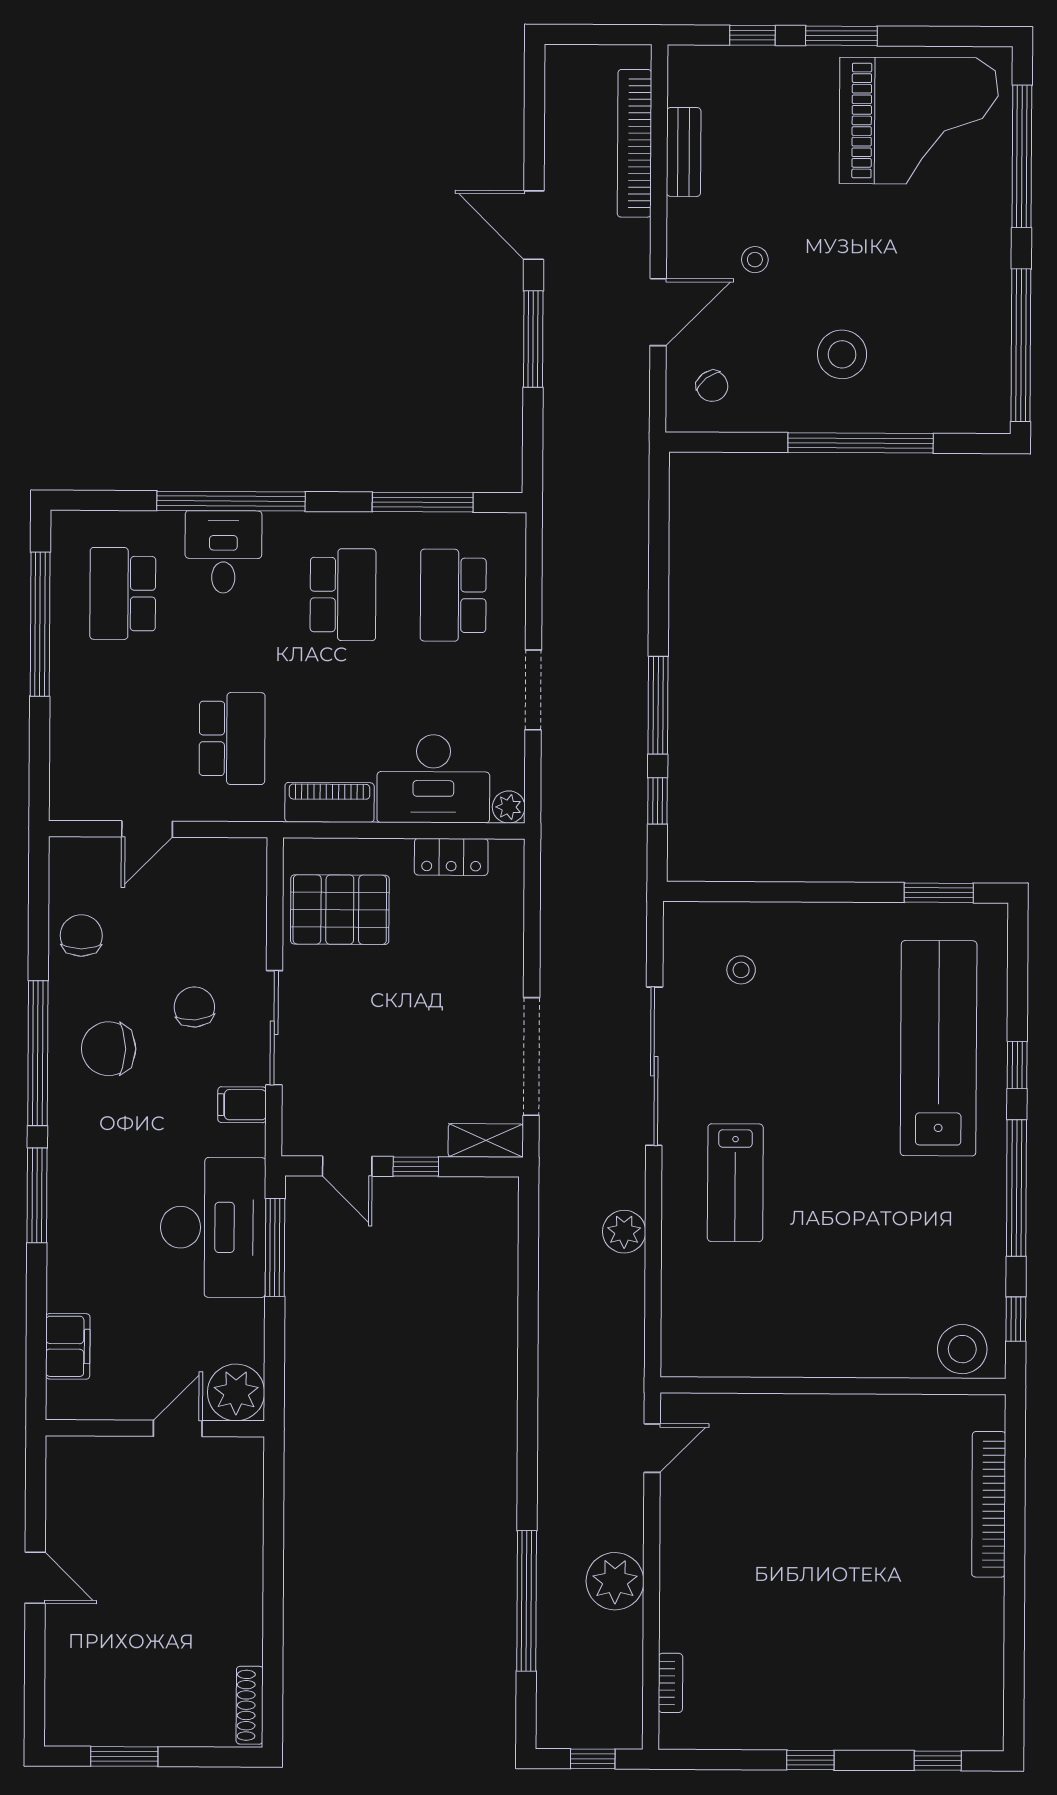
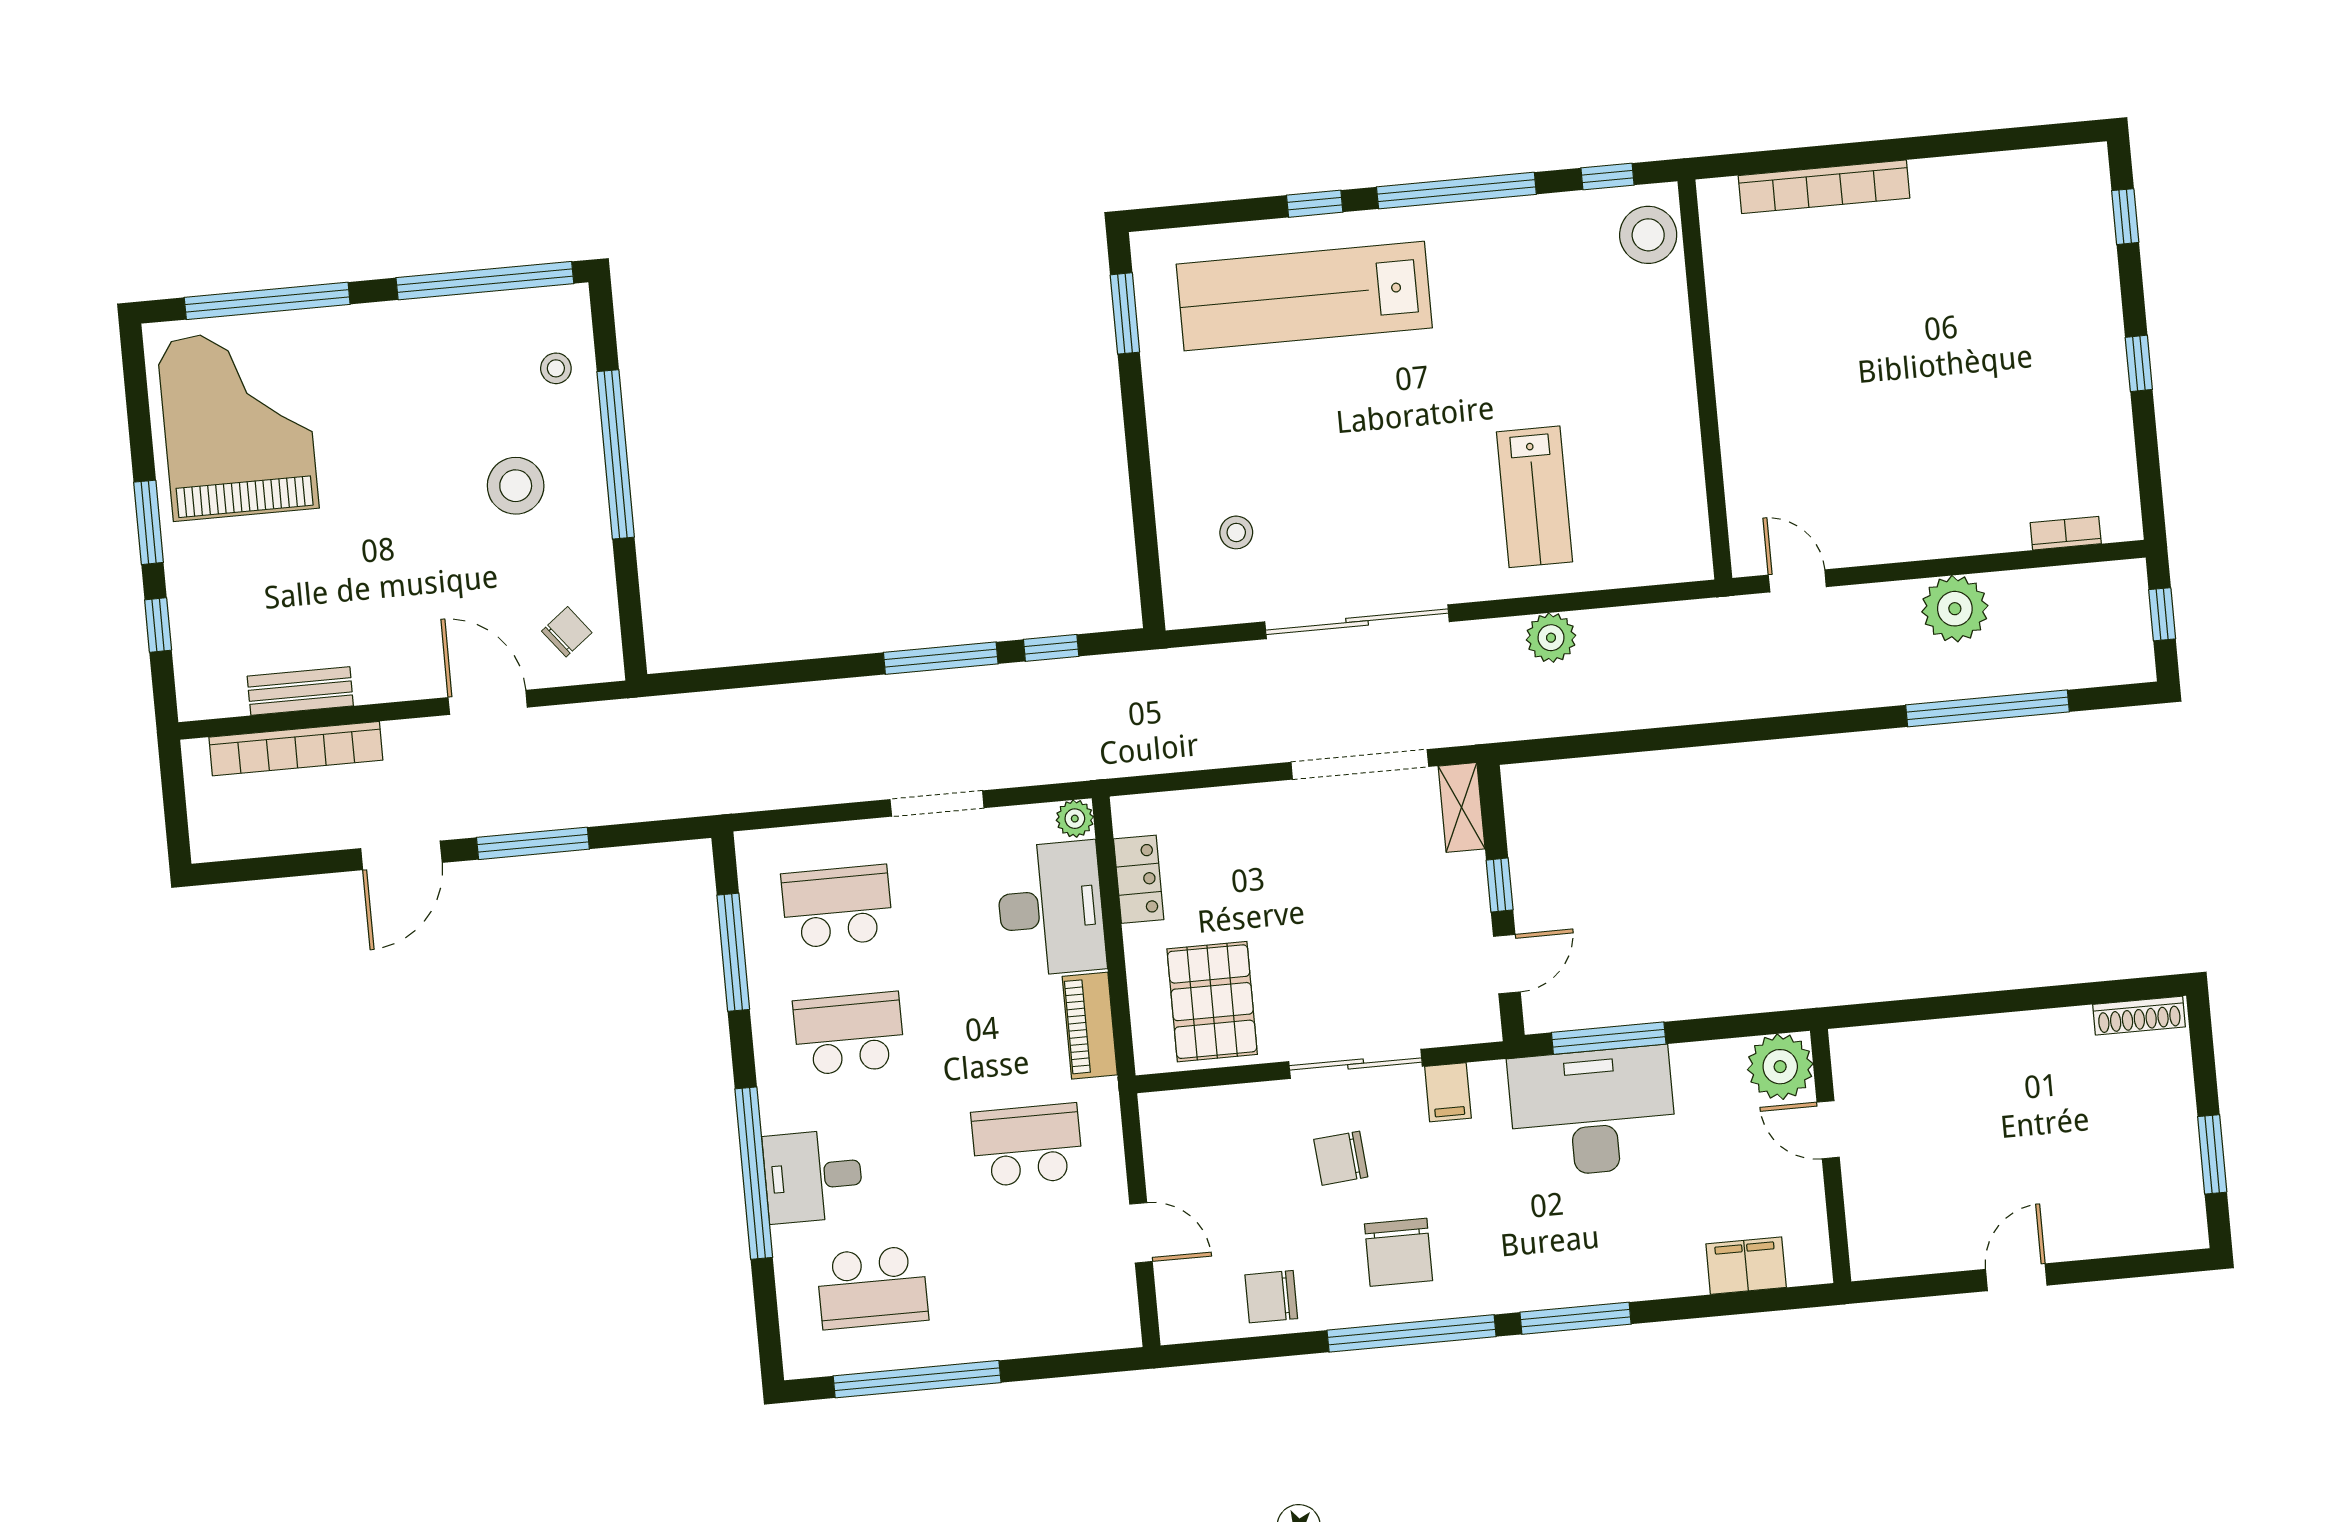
stool: (755, 260) -> (556, 368), moved
school desk: (453, 595) -> (837, 907), turned 180
lab bench: (735, 1183) -> (1534, 497), moved, turned 90

